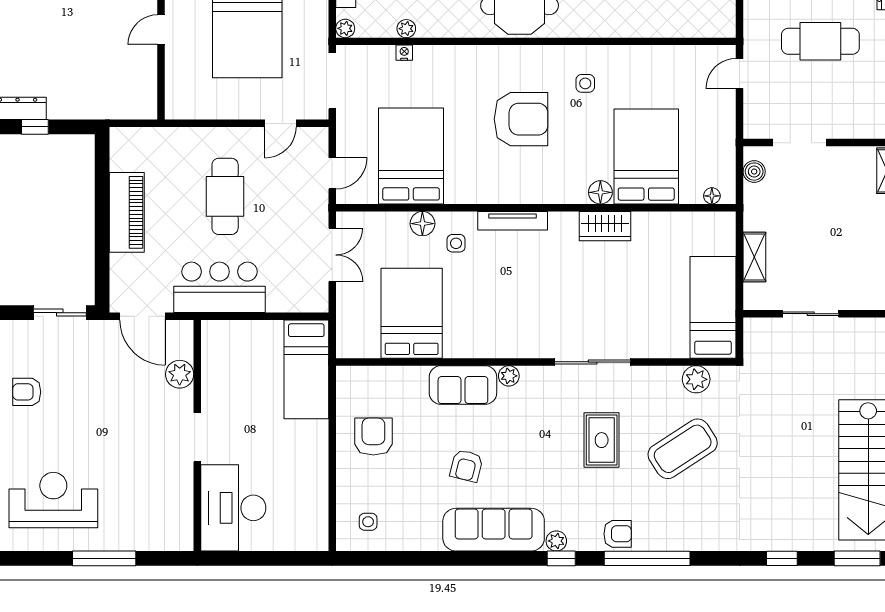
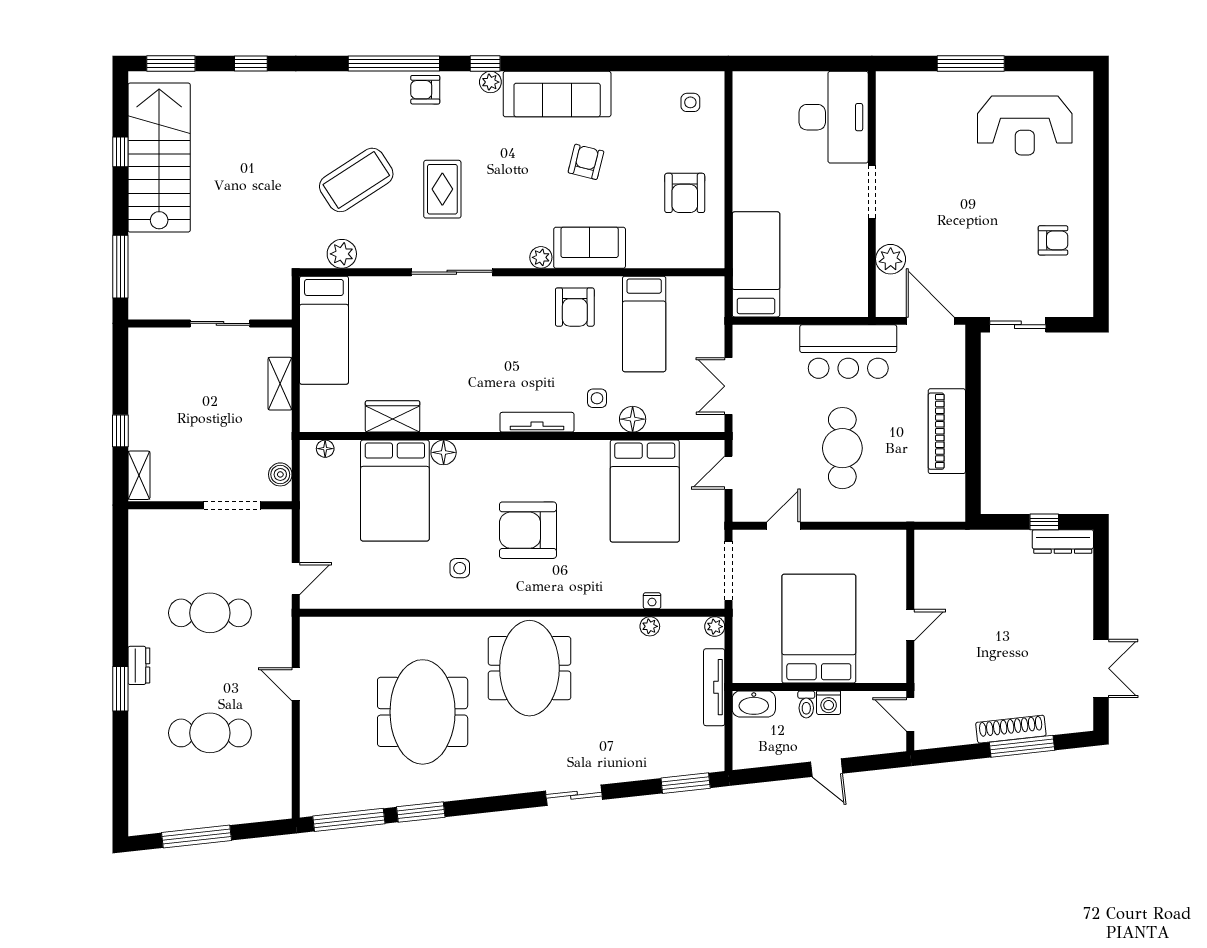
wardrobe: (605, 226) -> (393, 416), moved
bed: (412, 313) -> (644, 324), width x0.67
armchair: (477, 329) -> (575, 307), added

